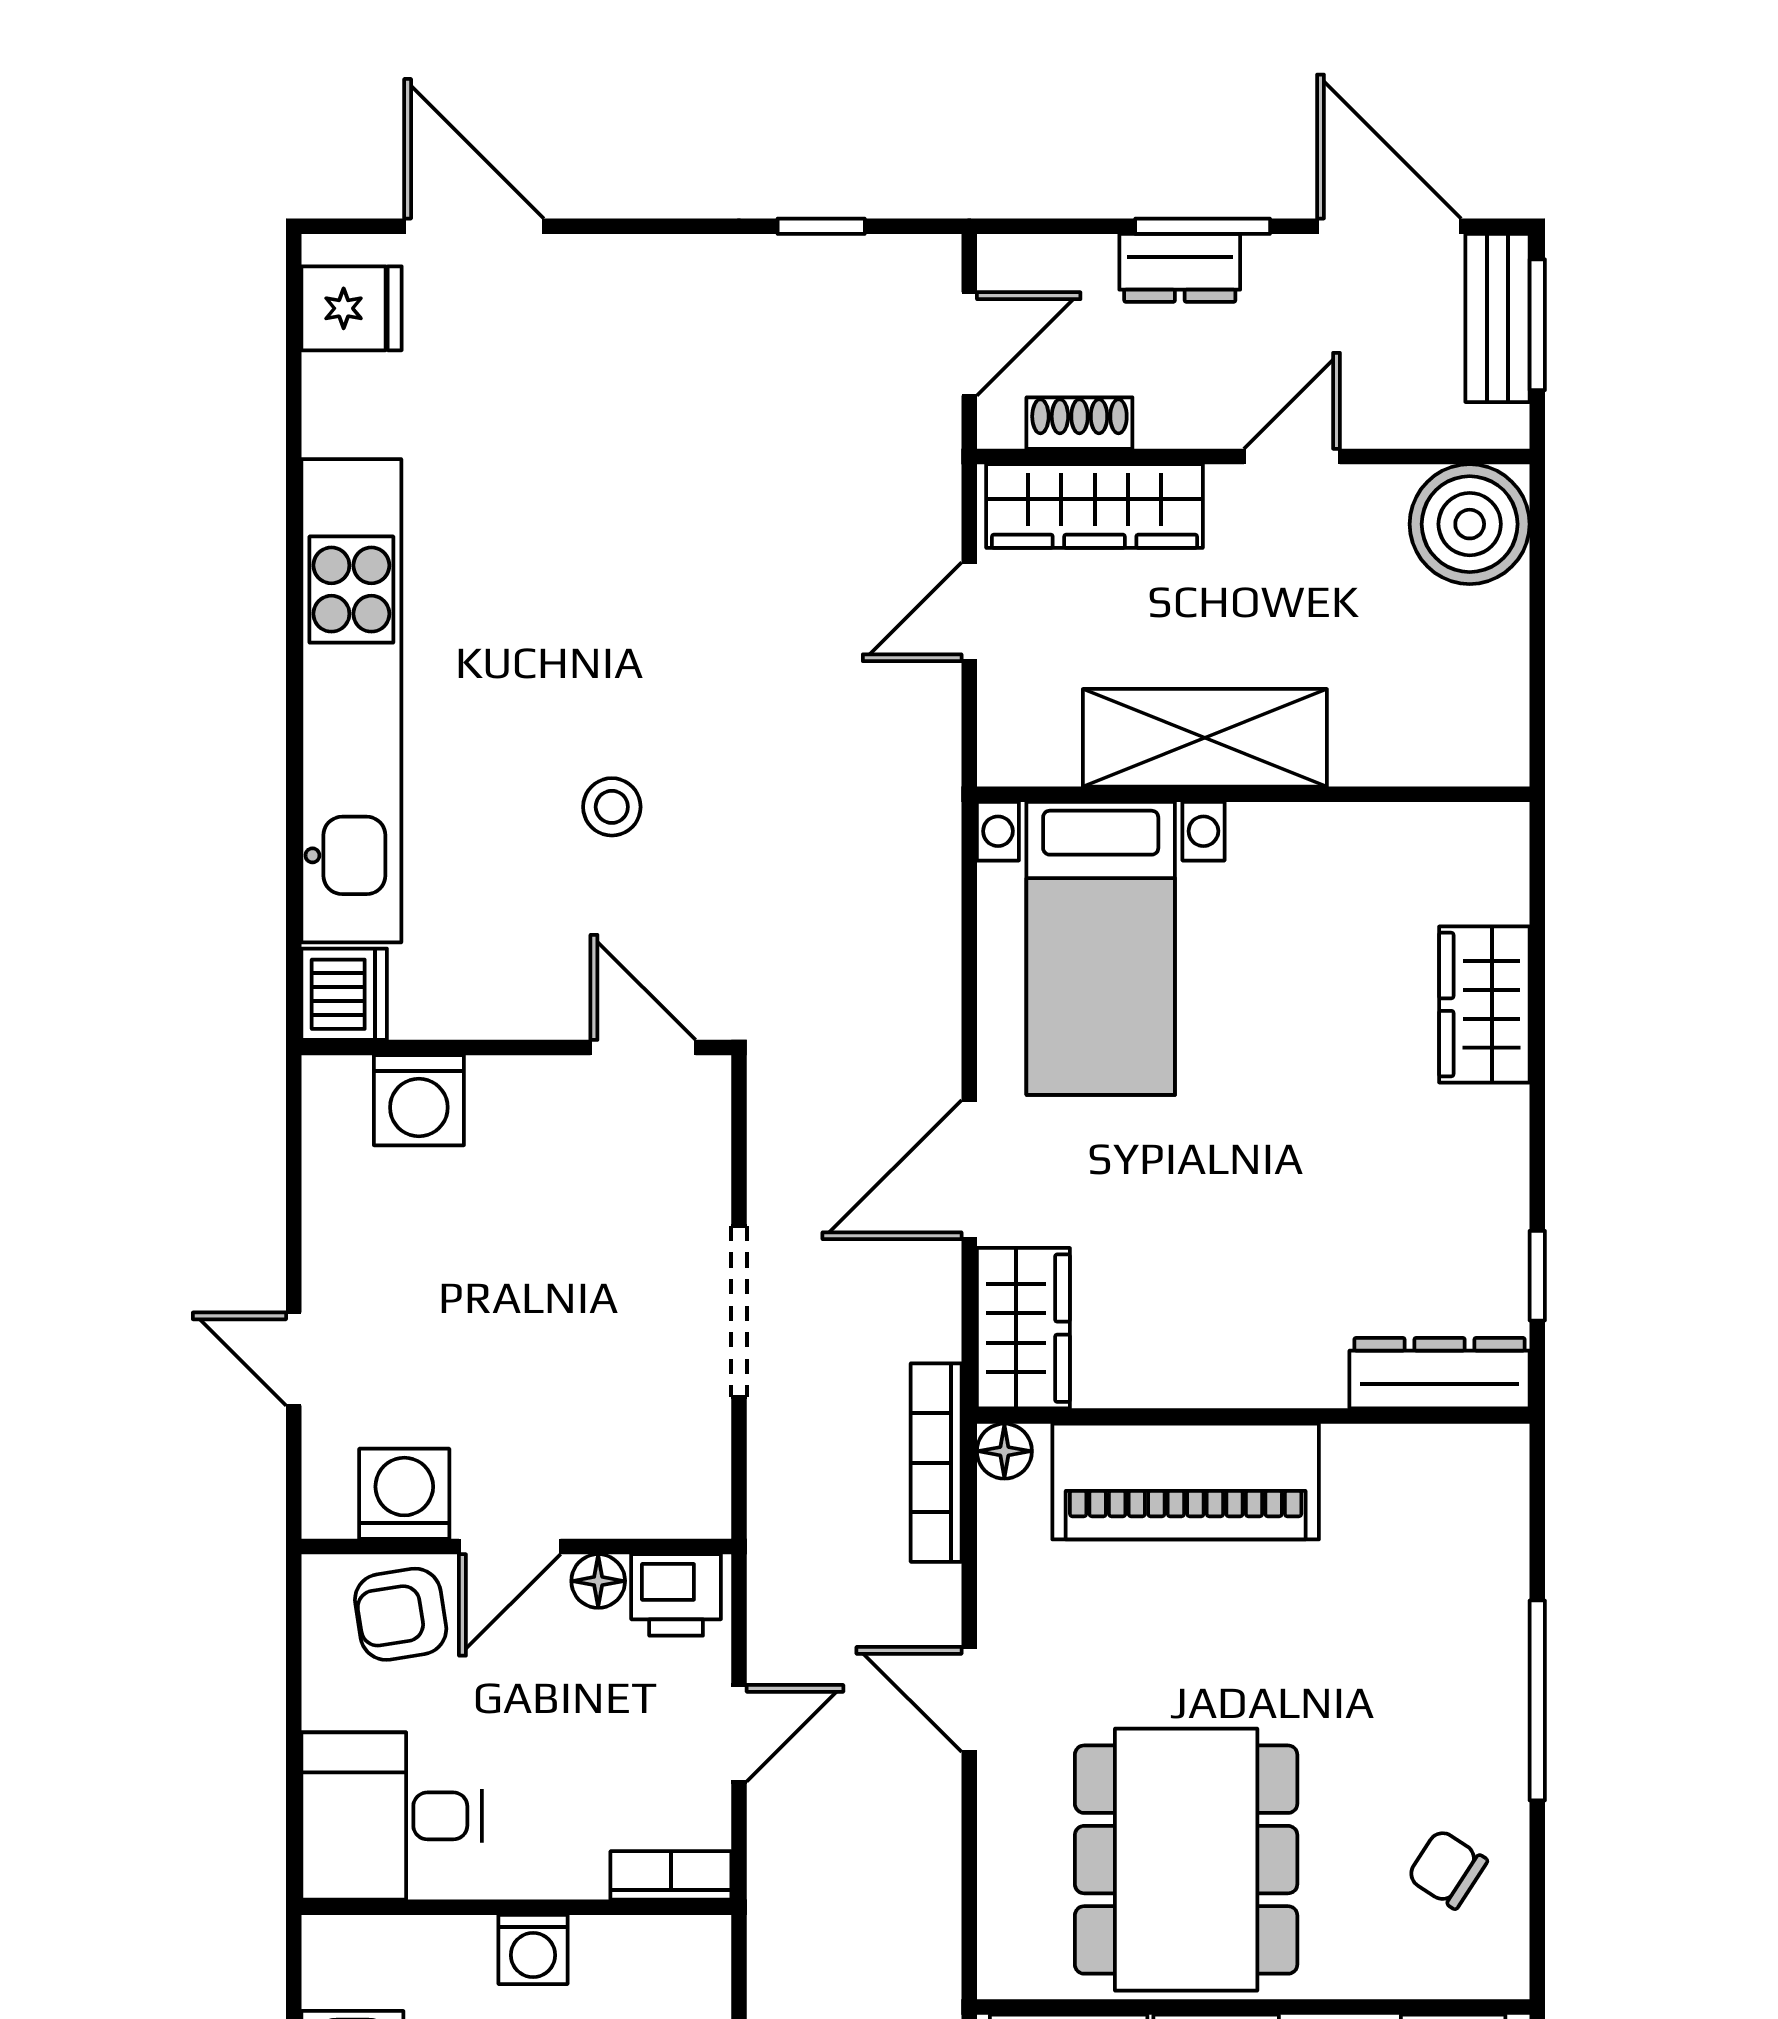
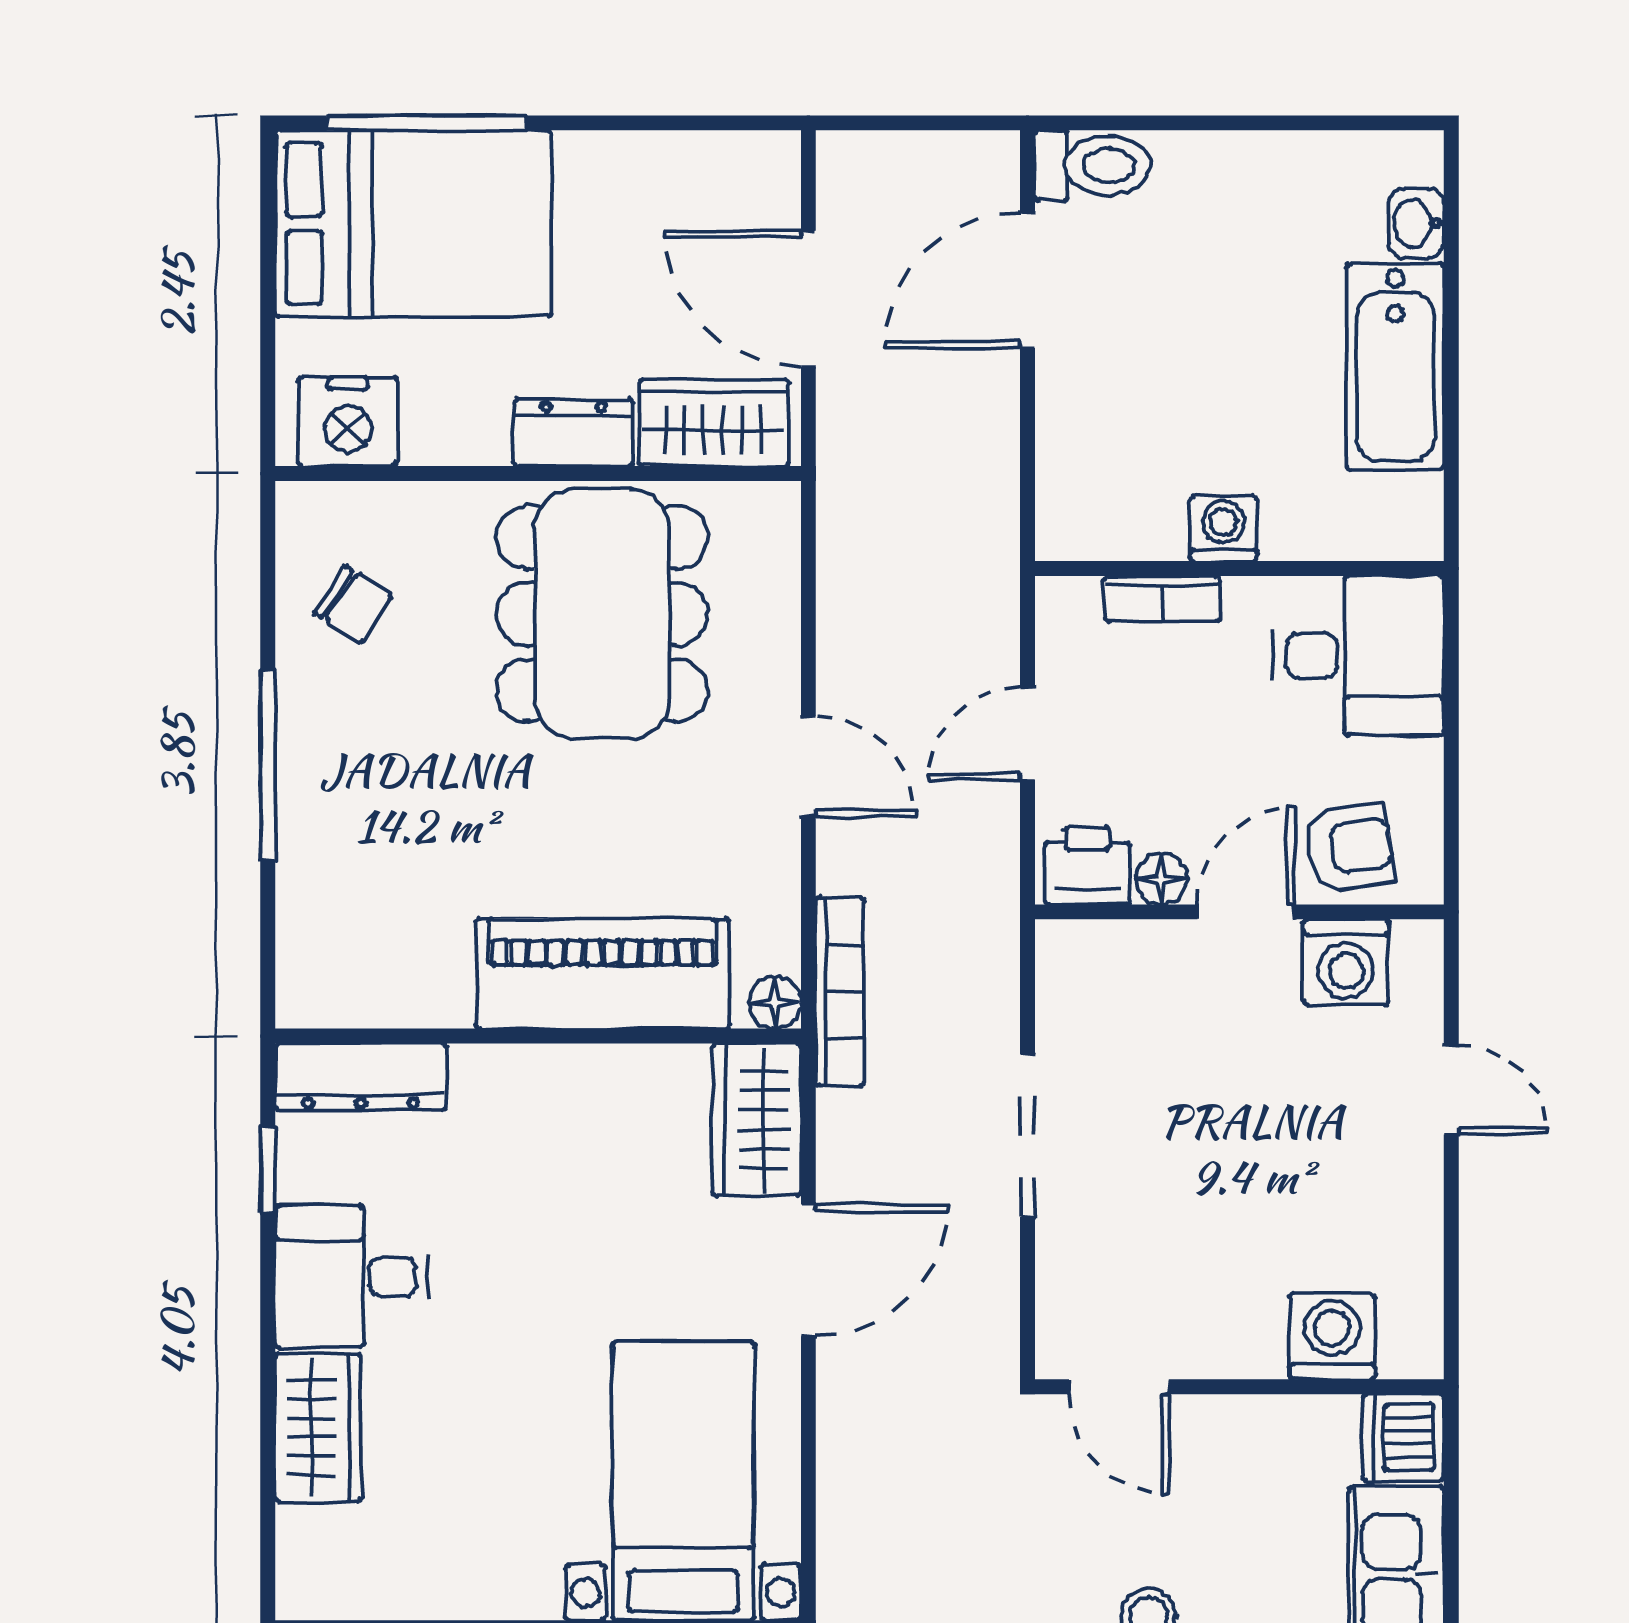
desk: (1449, 1163) -> (351, 1277), added
bookcase: (671, 1875) -> (1162, 599), moved

